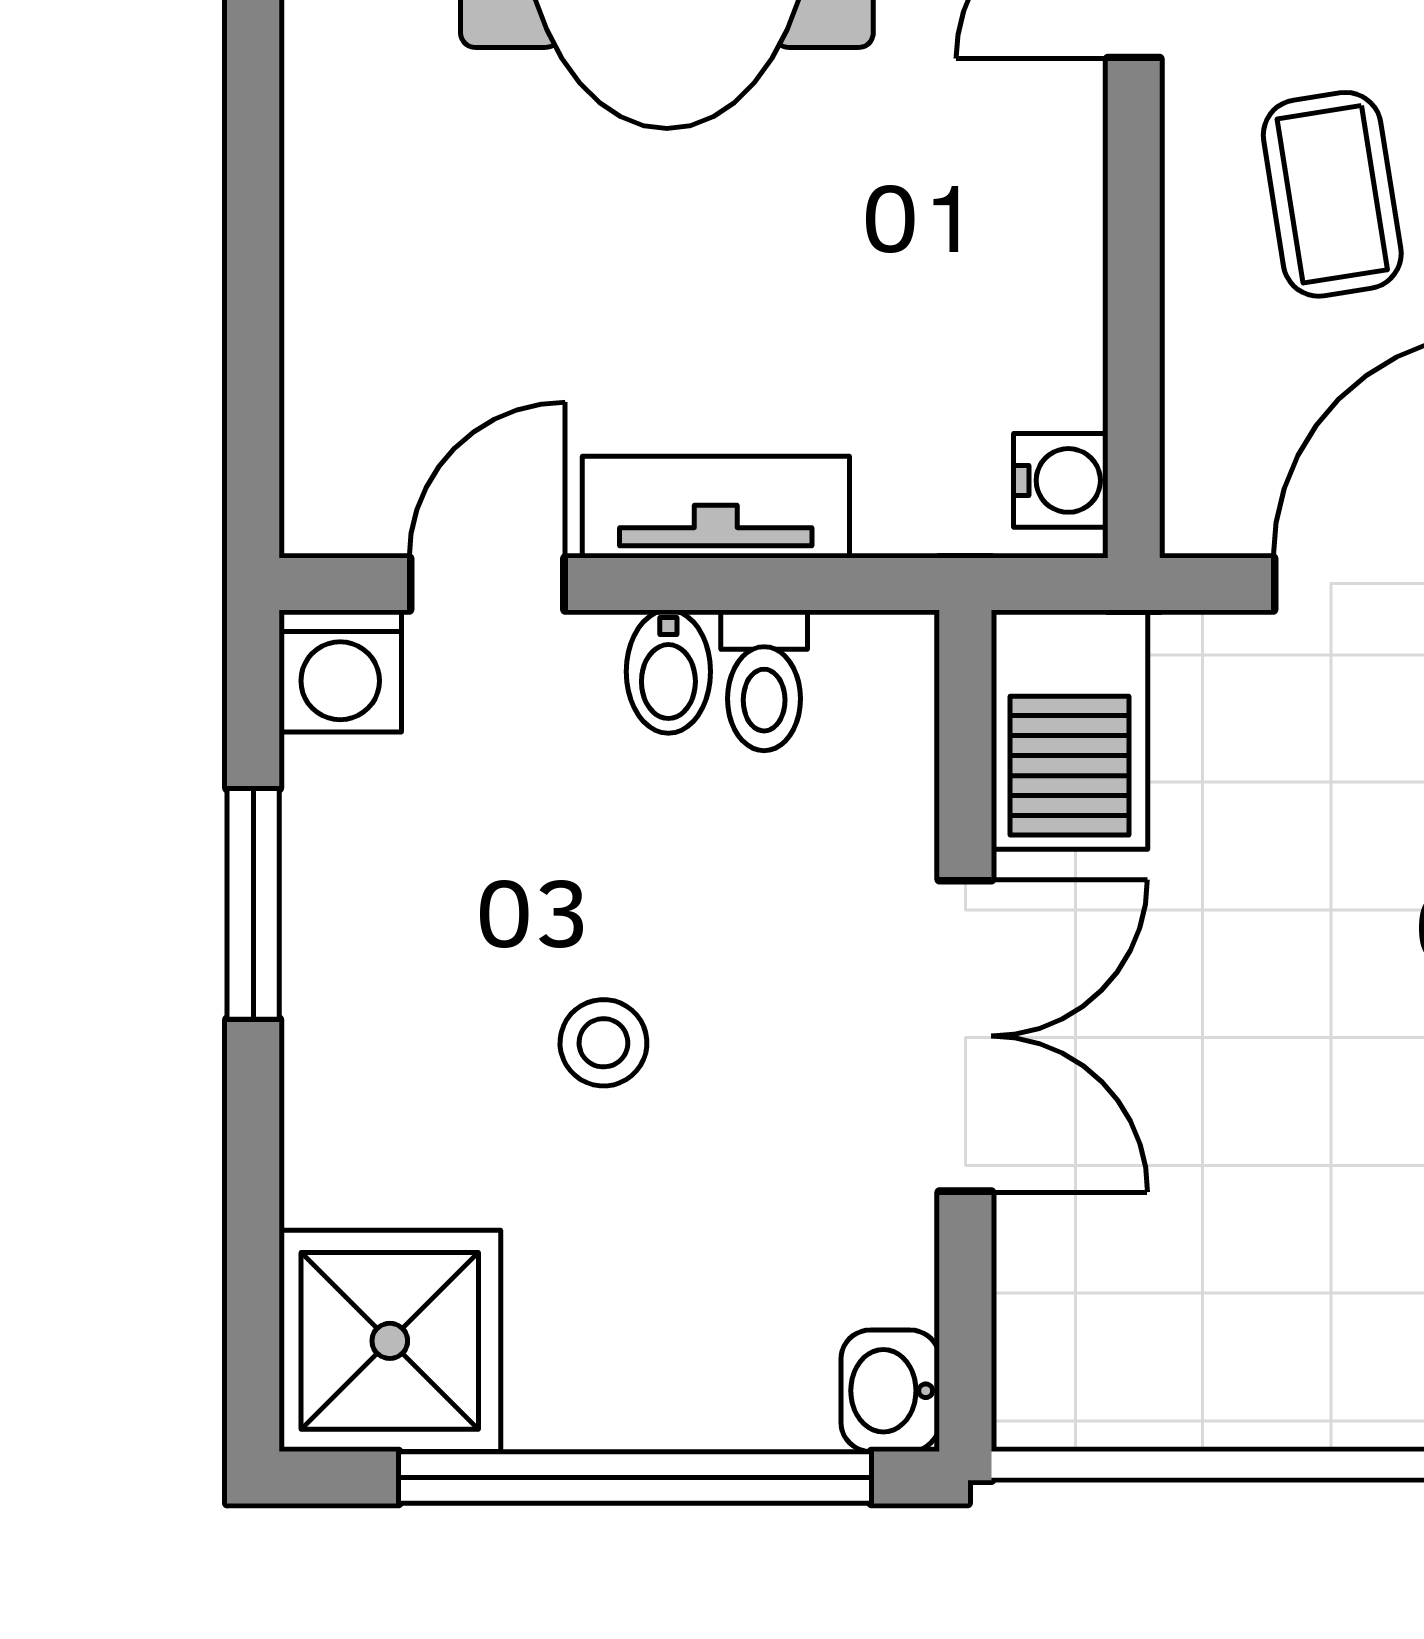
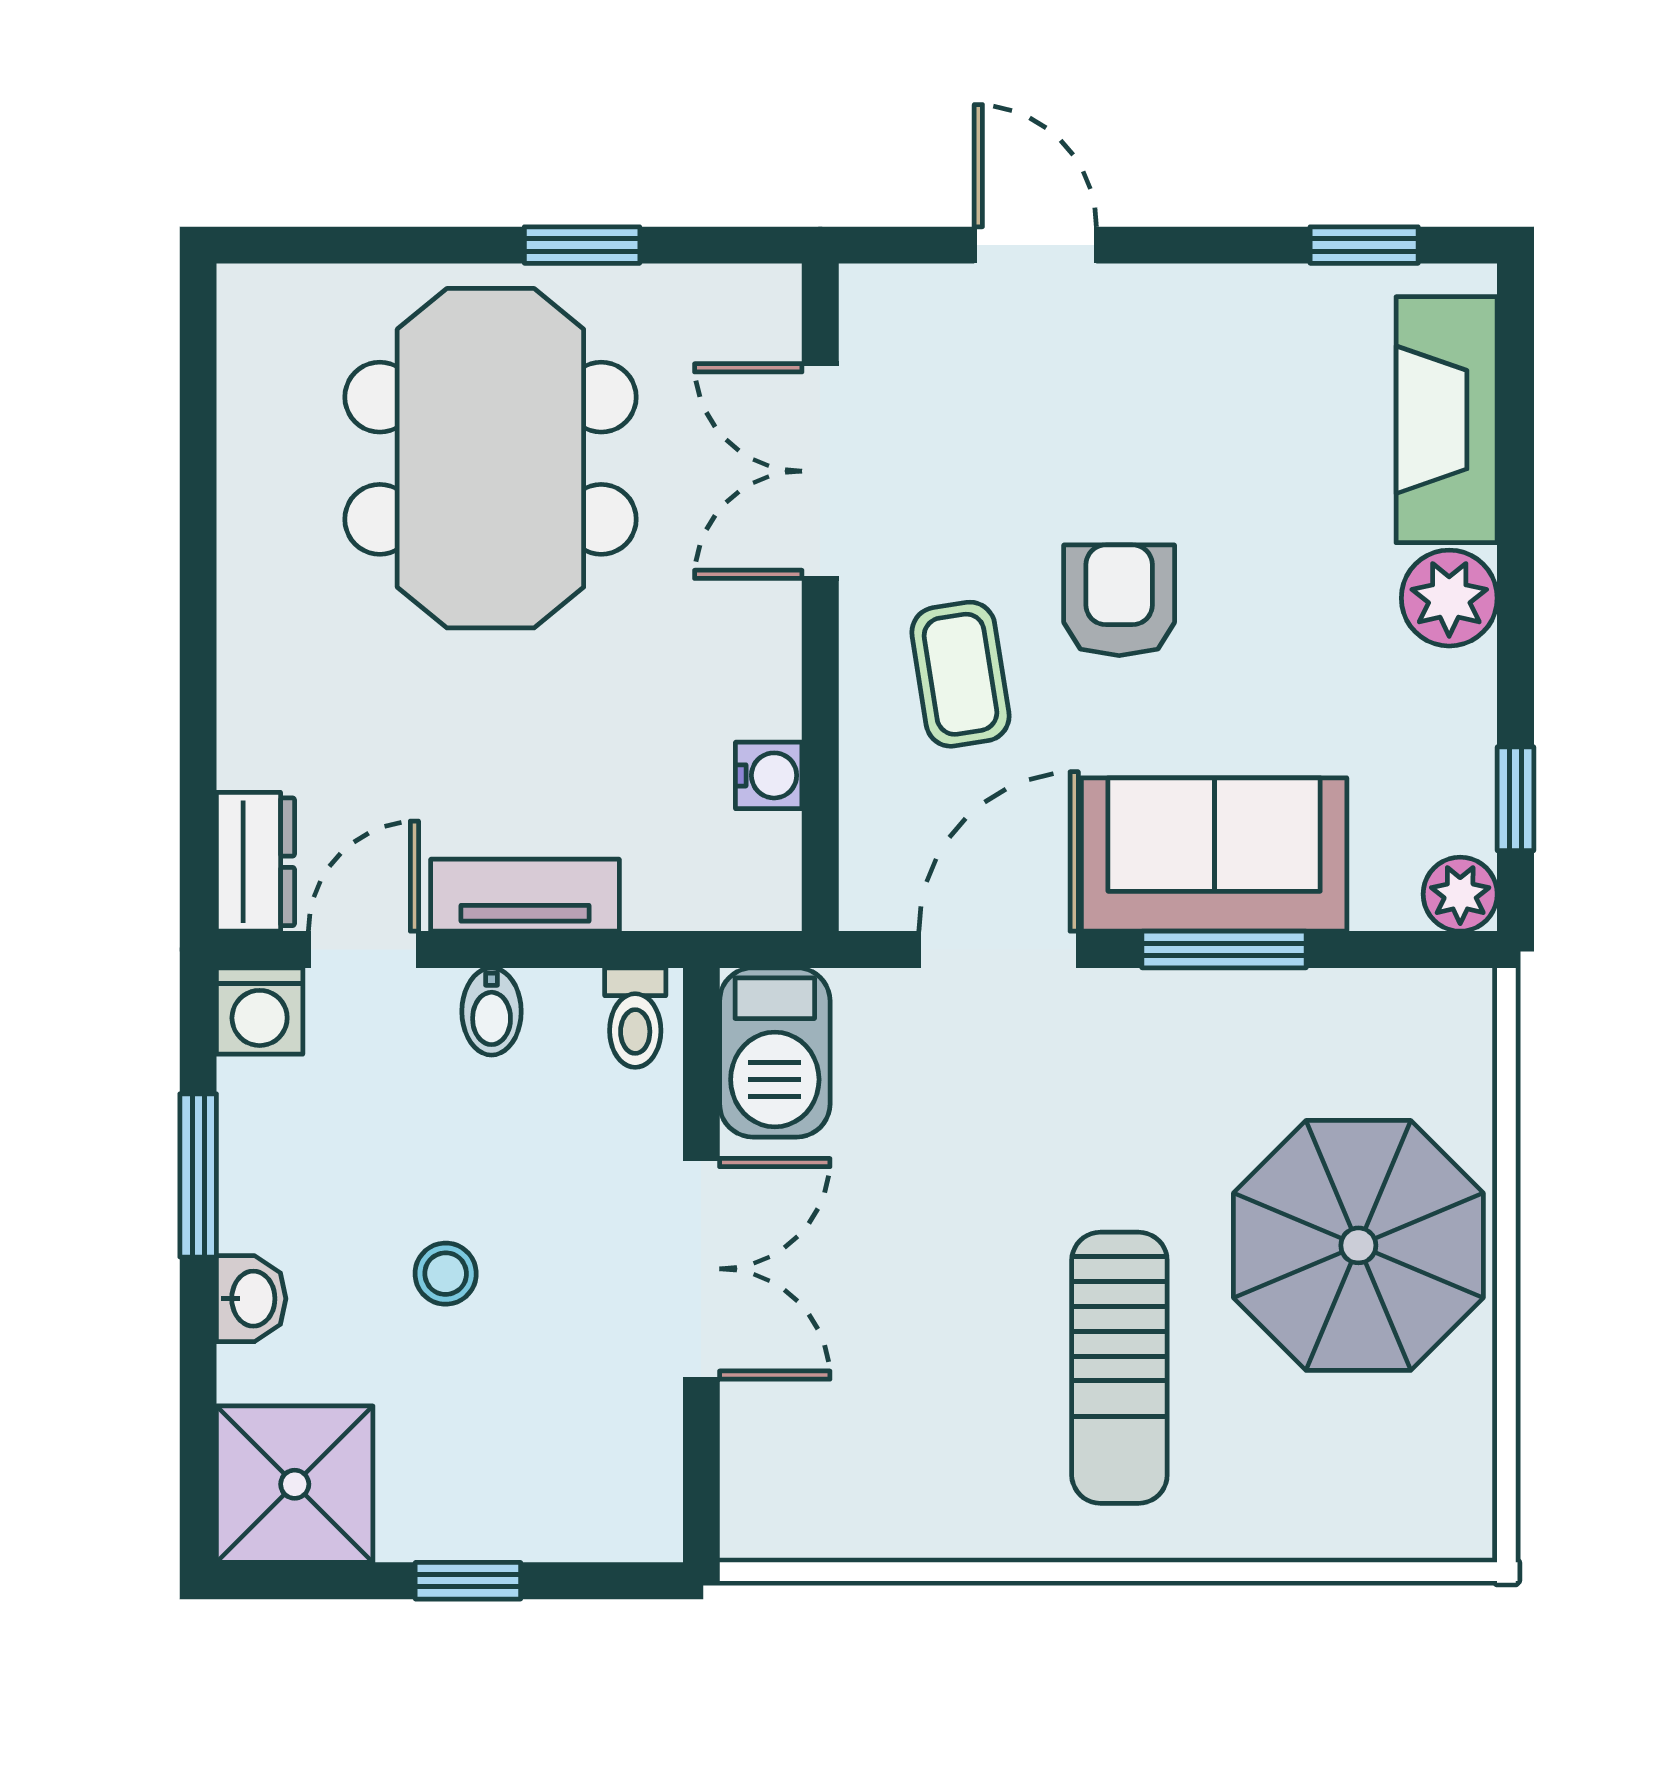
dresser: (334, 460) -> (256, 862), added
water cooler: (1061, 480) -> (769, 775), moved
toilet: (764, 680) -> (635, 1018), moved
washbasin: (890, 1391) -> (251, 1299), moved, turned 180
window: (635, 1478) -> (468, 1581), width x0.32

